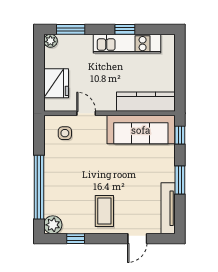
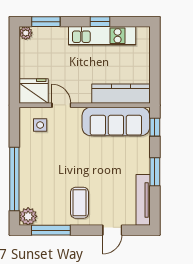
fridge: (56, 83) -> (34, 91), moved, turned -90
window: (76, 239) -> (51, 230), width x2.17

